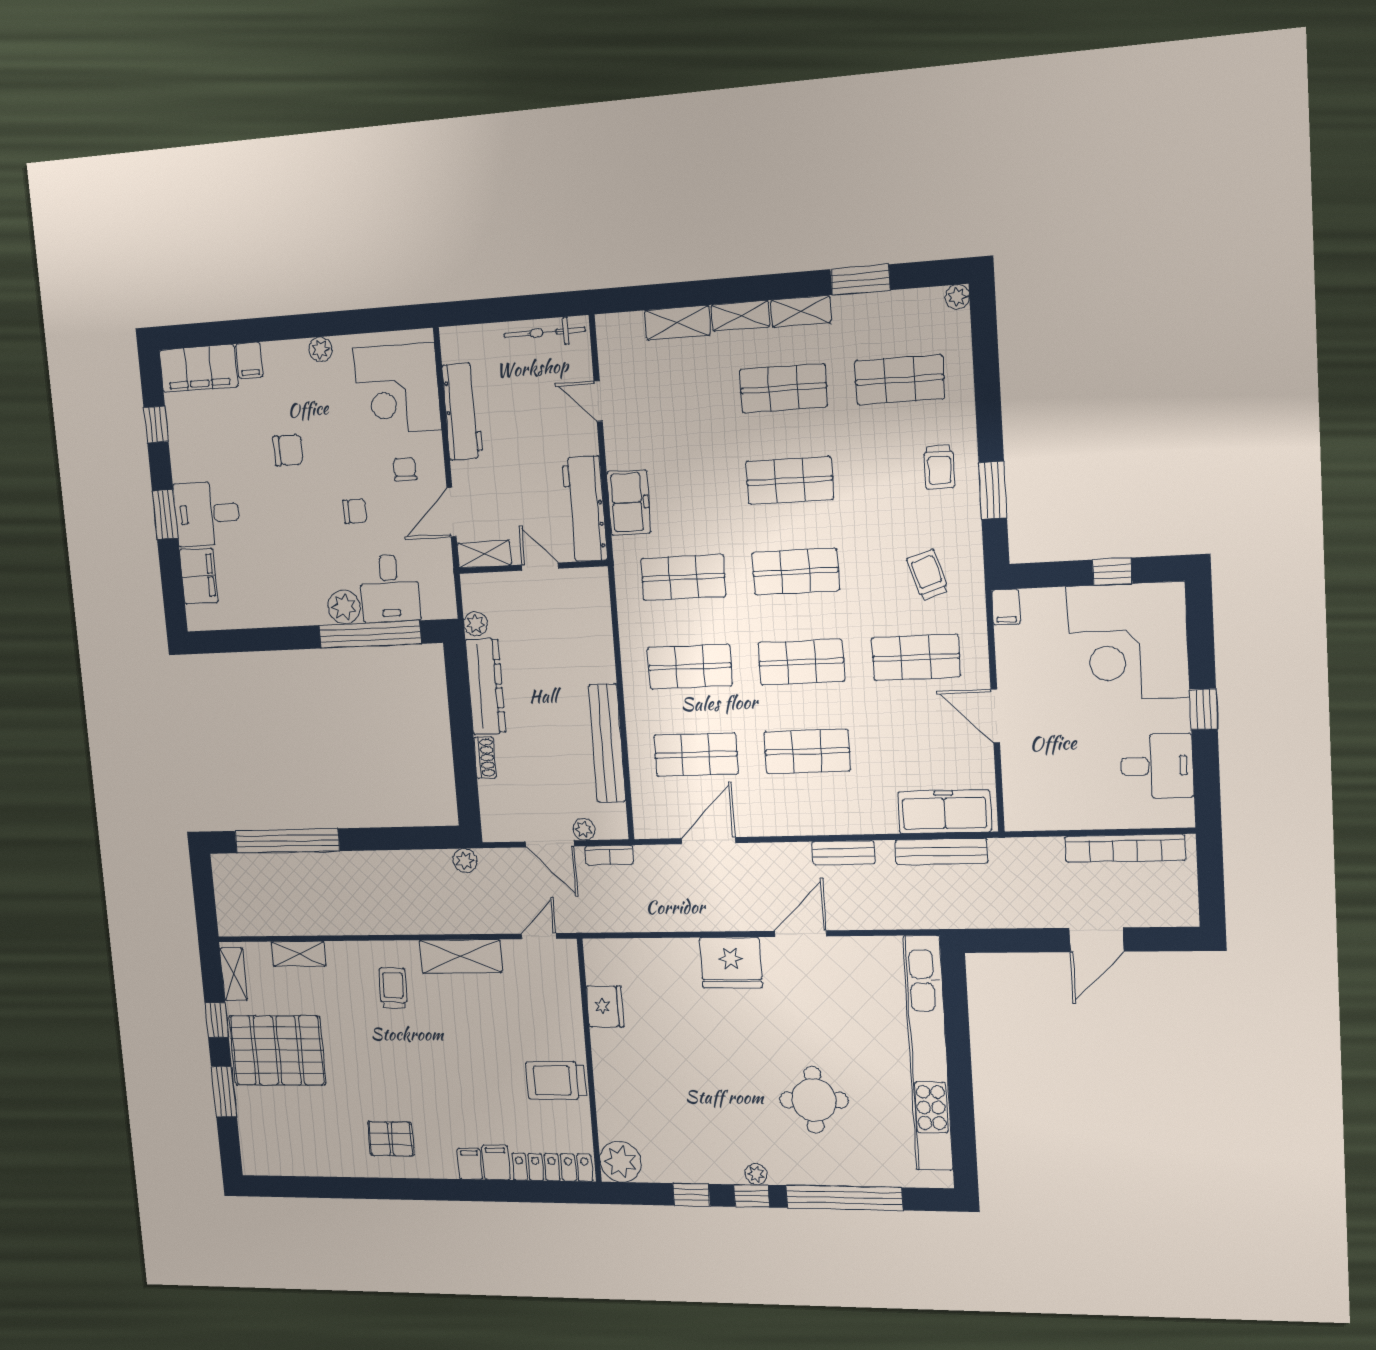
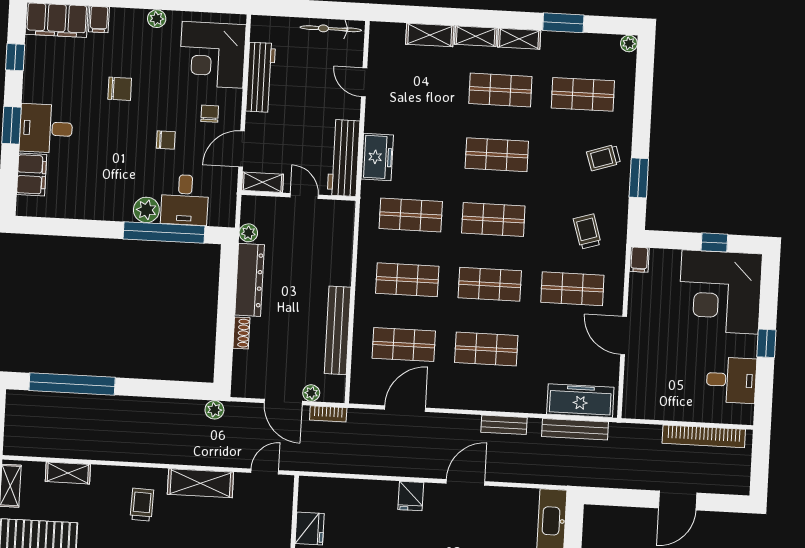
trolley: (939, 467) -> (604, 158), turned 72
fridge: (731, 963) -> (411, 496), width x0.53, depth x0.75

